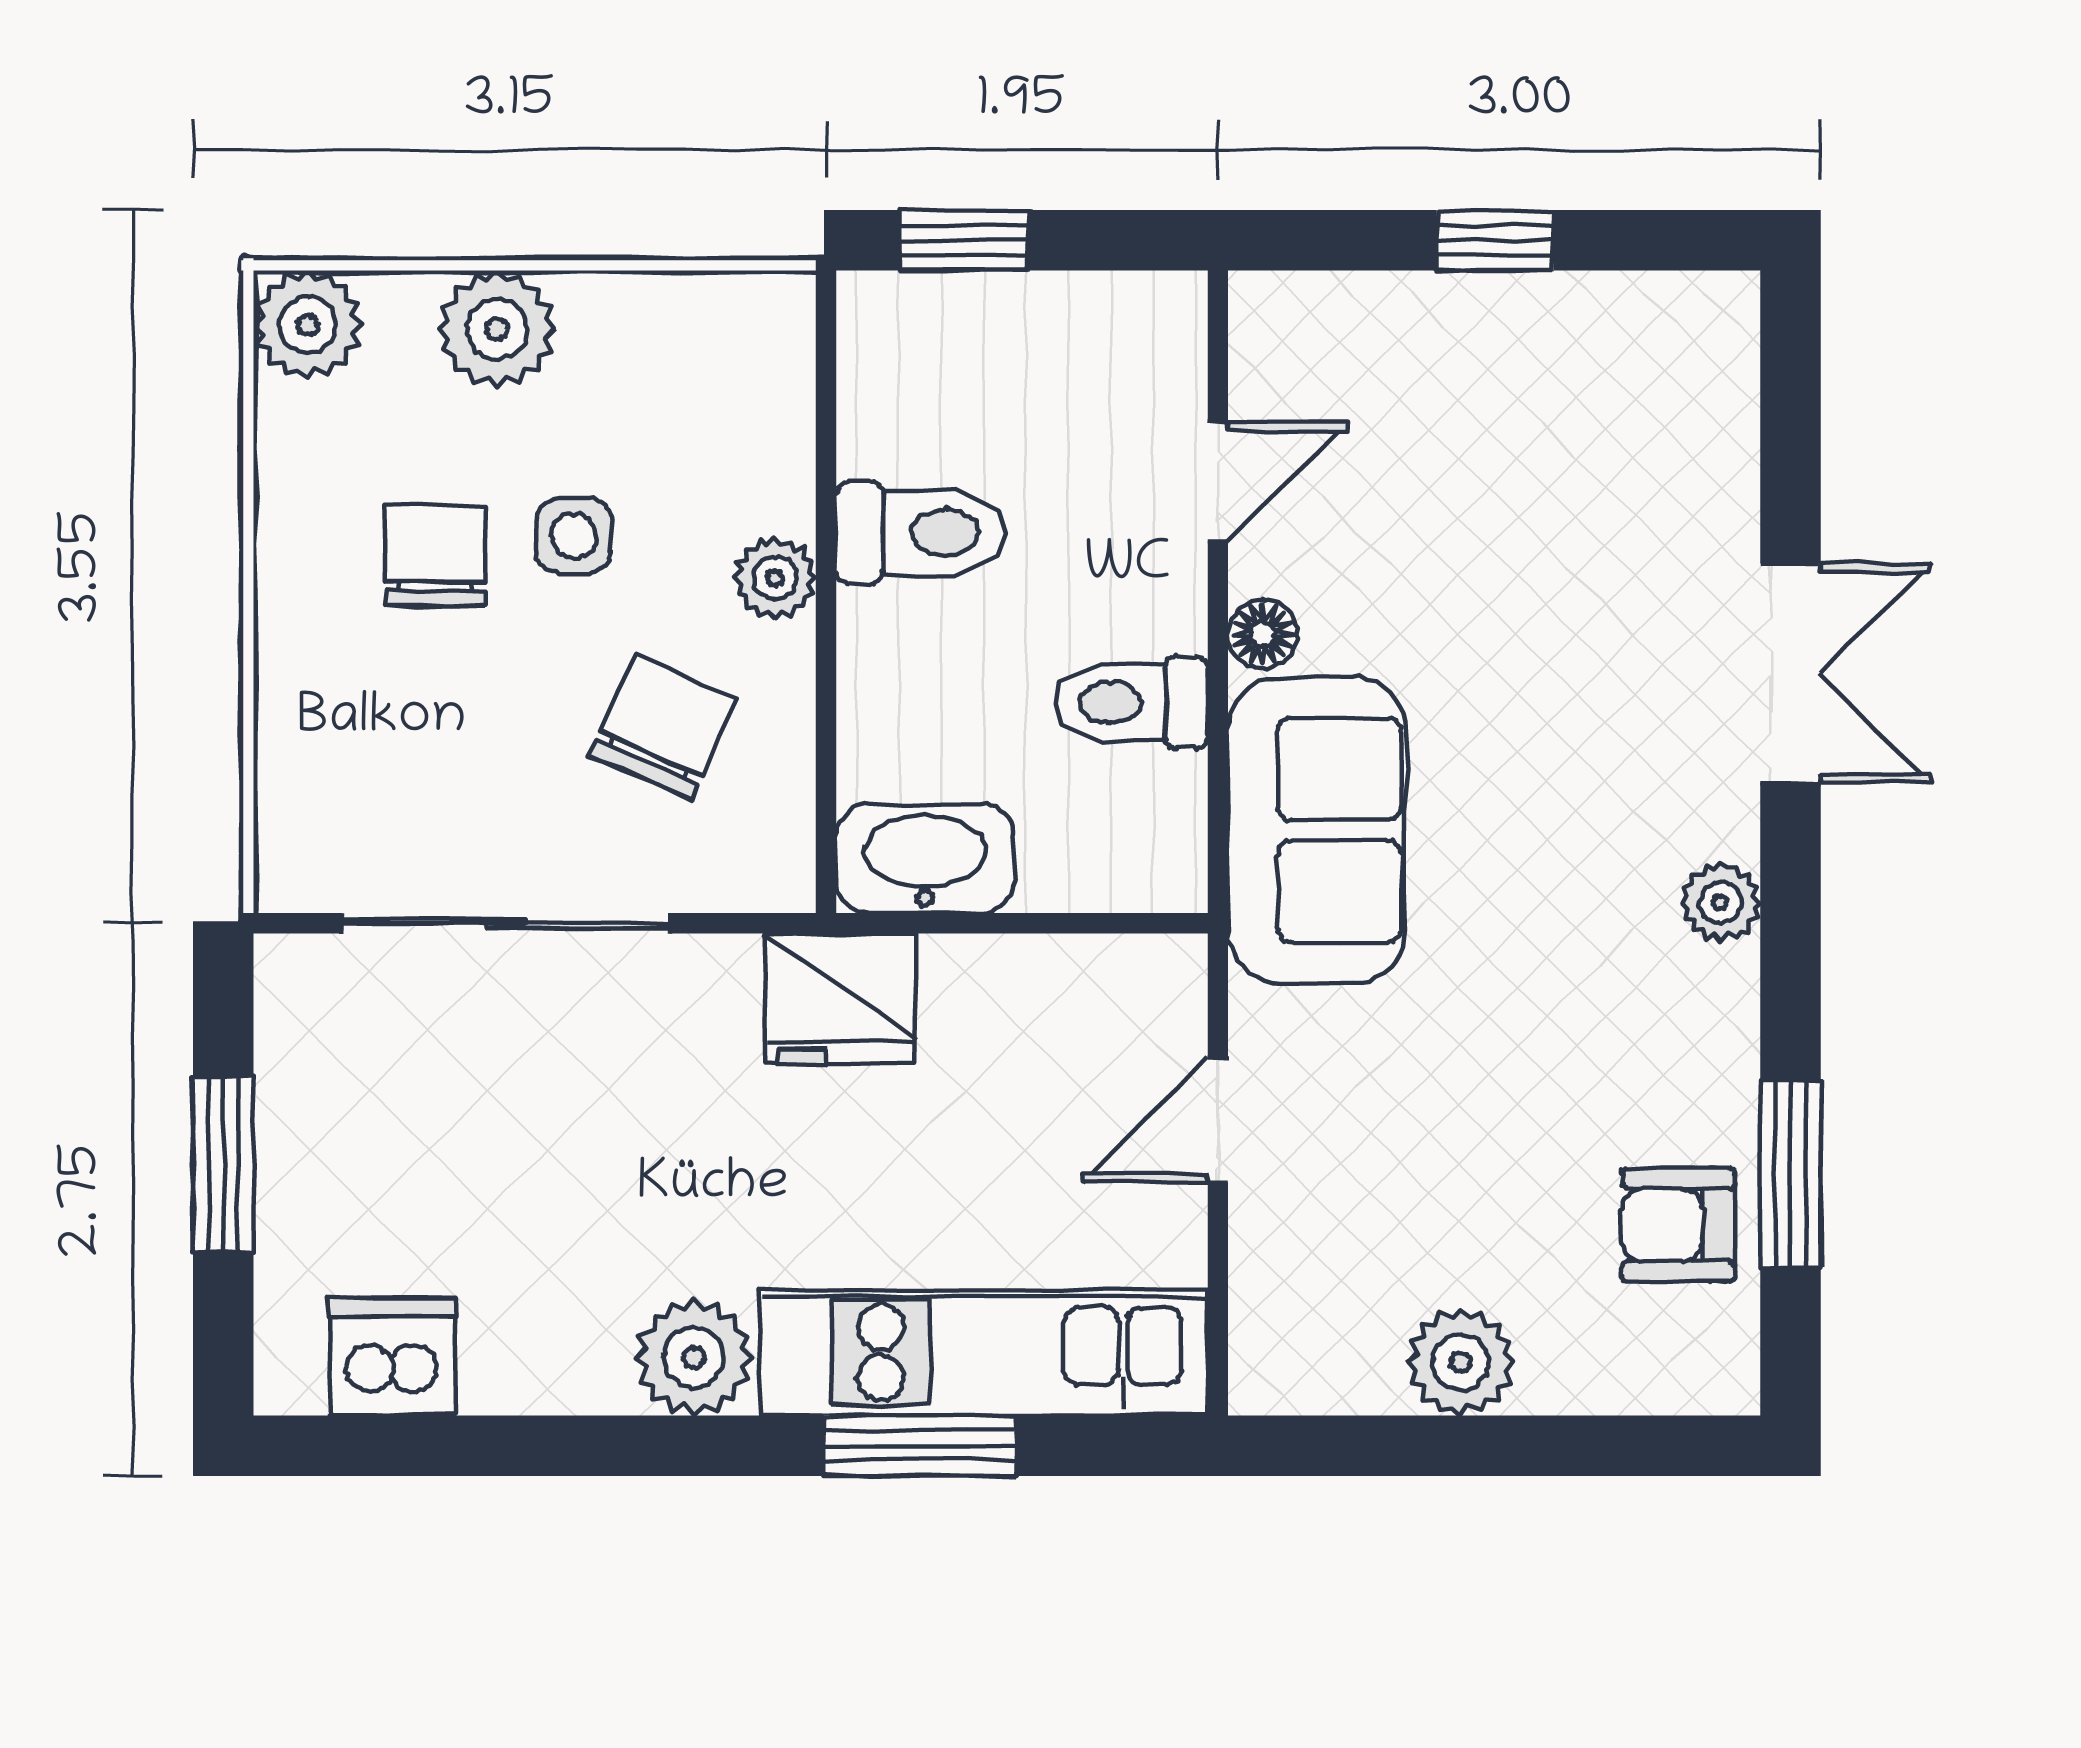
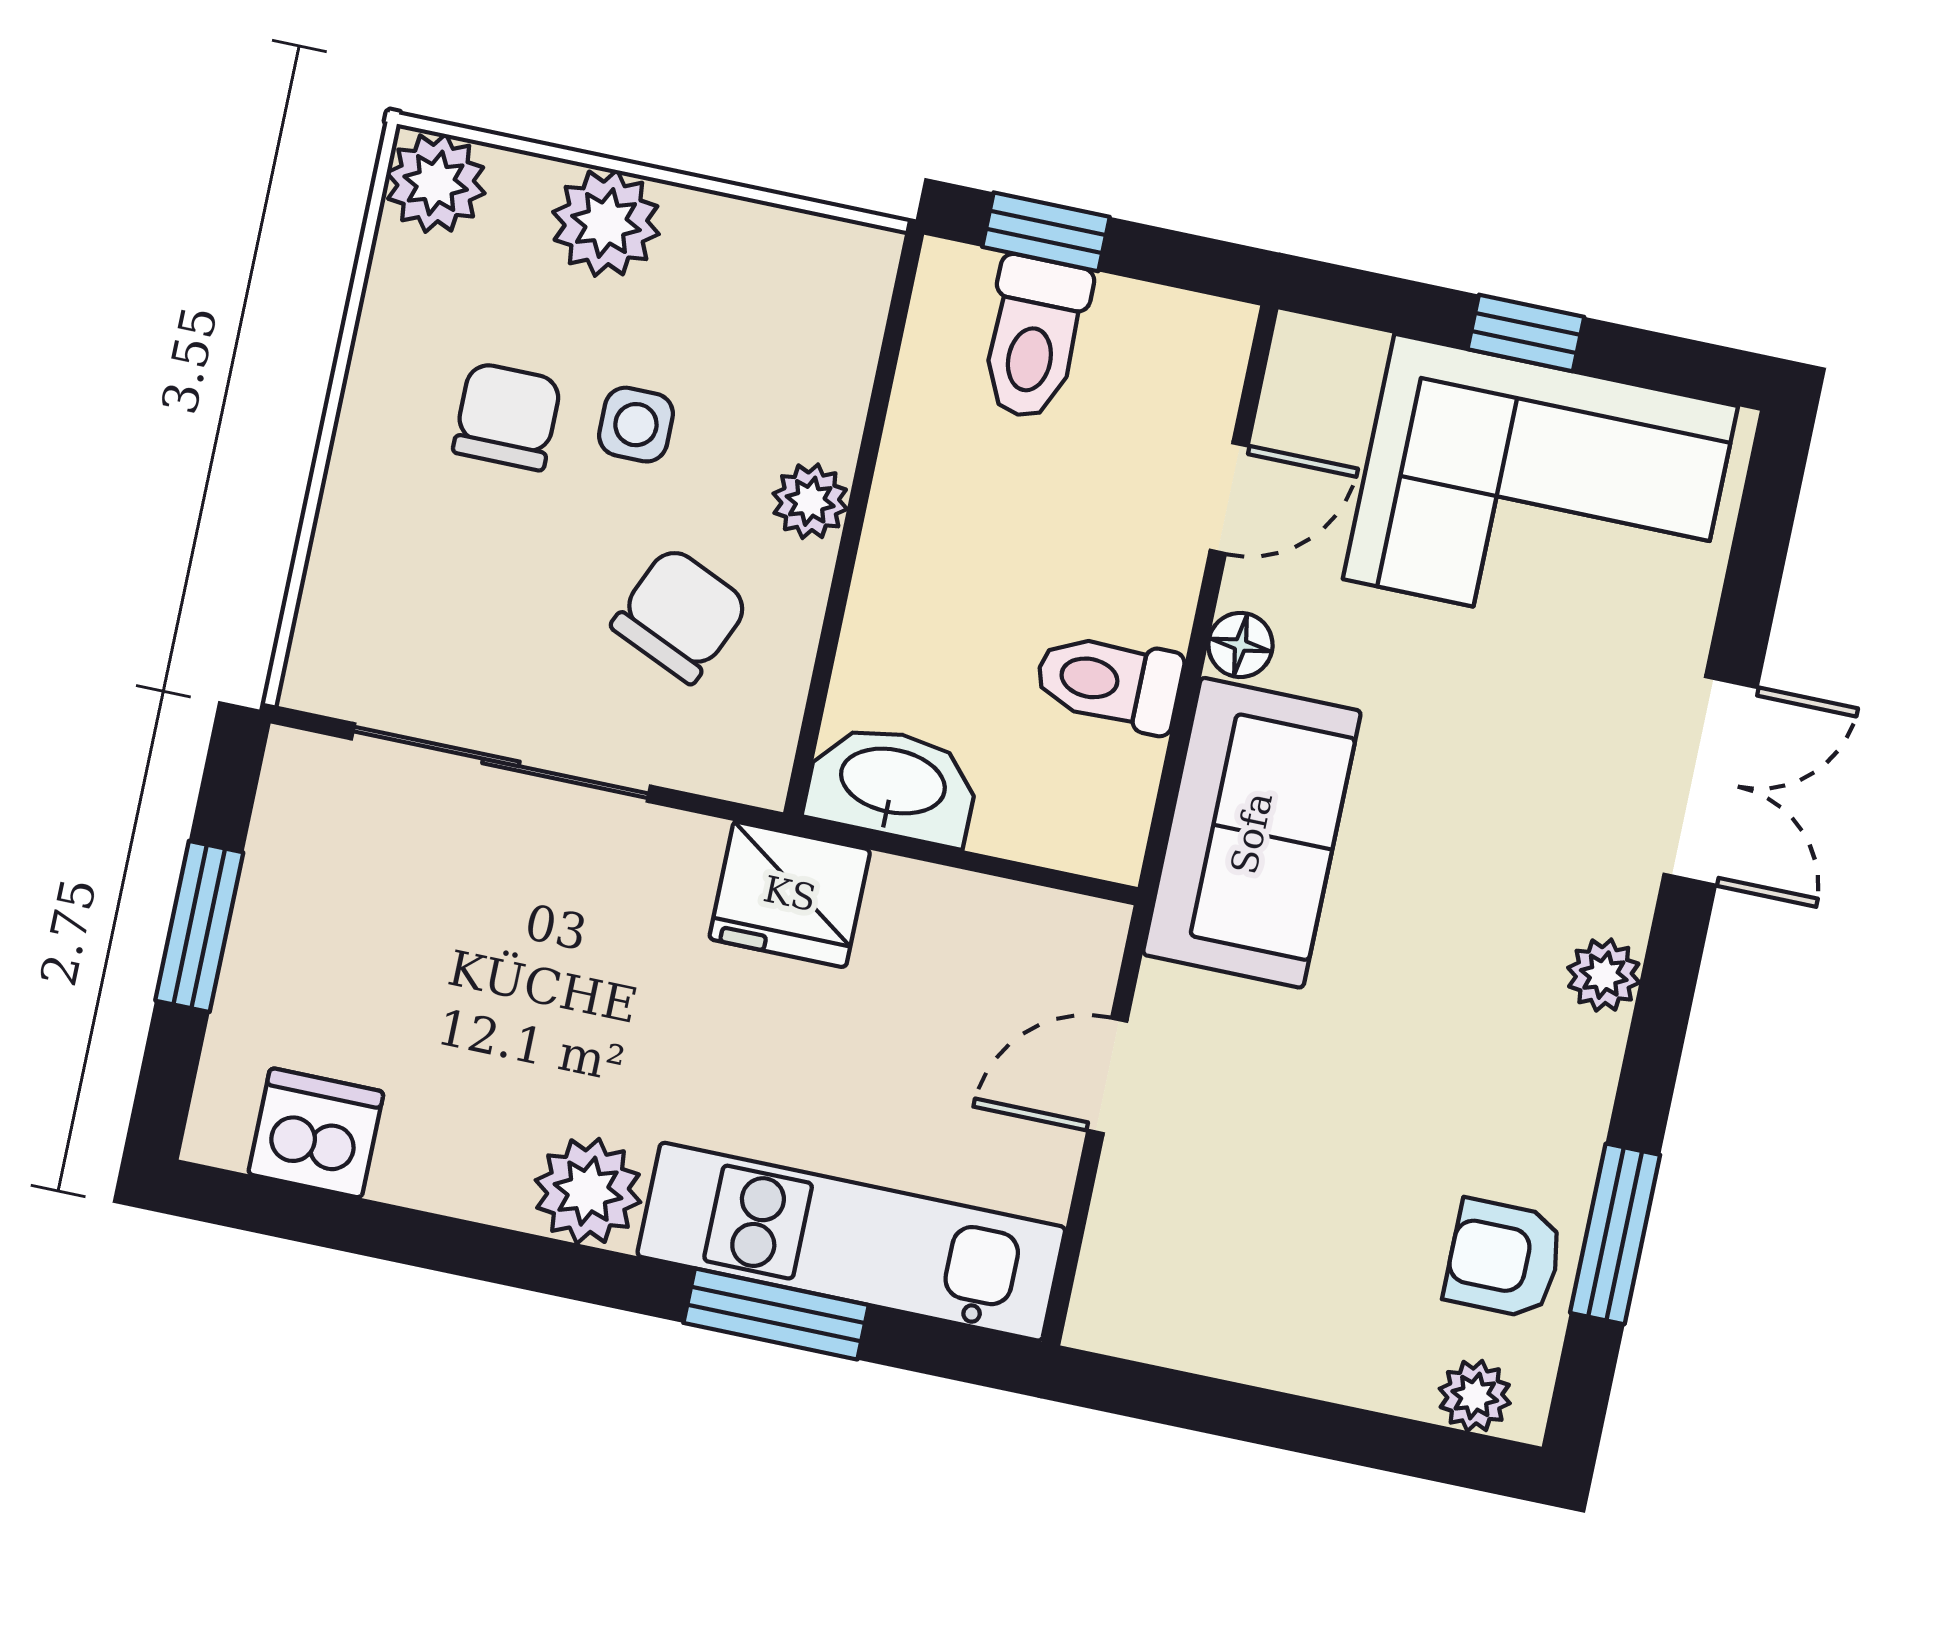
corner sofa: (1546, 406) -> (1540, 493), added
toilet: (921, 533) -> (1034, 338), moved, turned 90
plant: (1461, 1362) -> (1475, 1396), moved, width x0.73, depth x0.73

